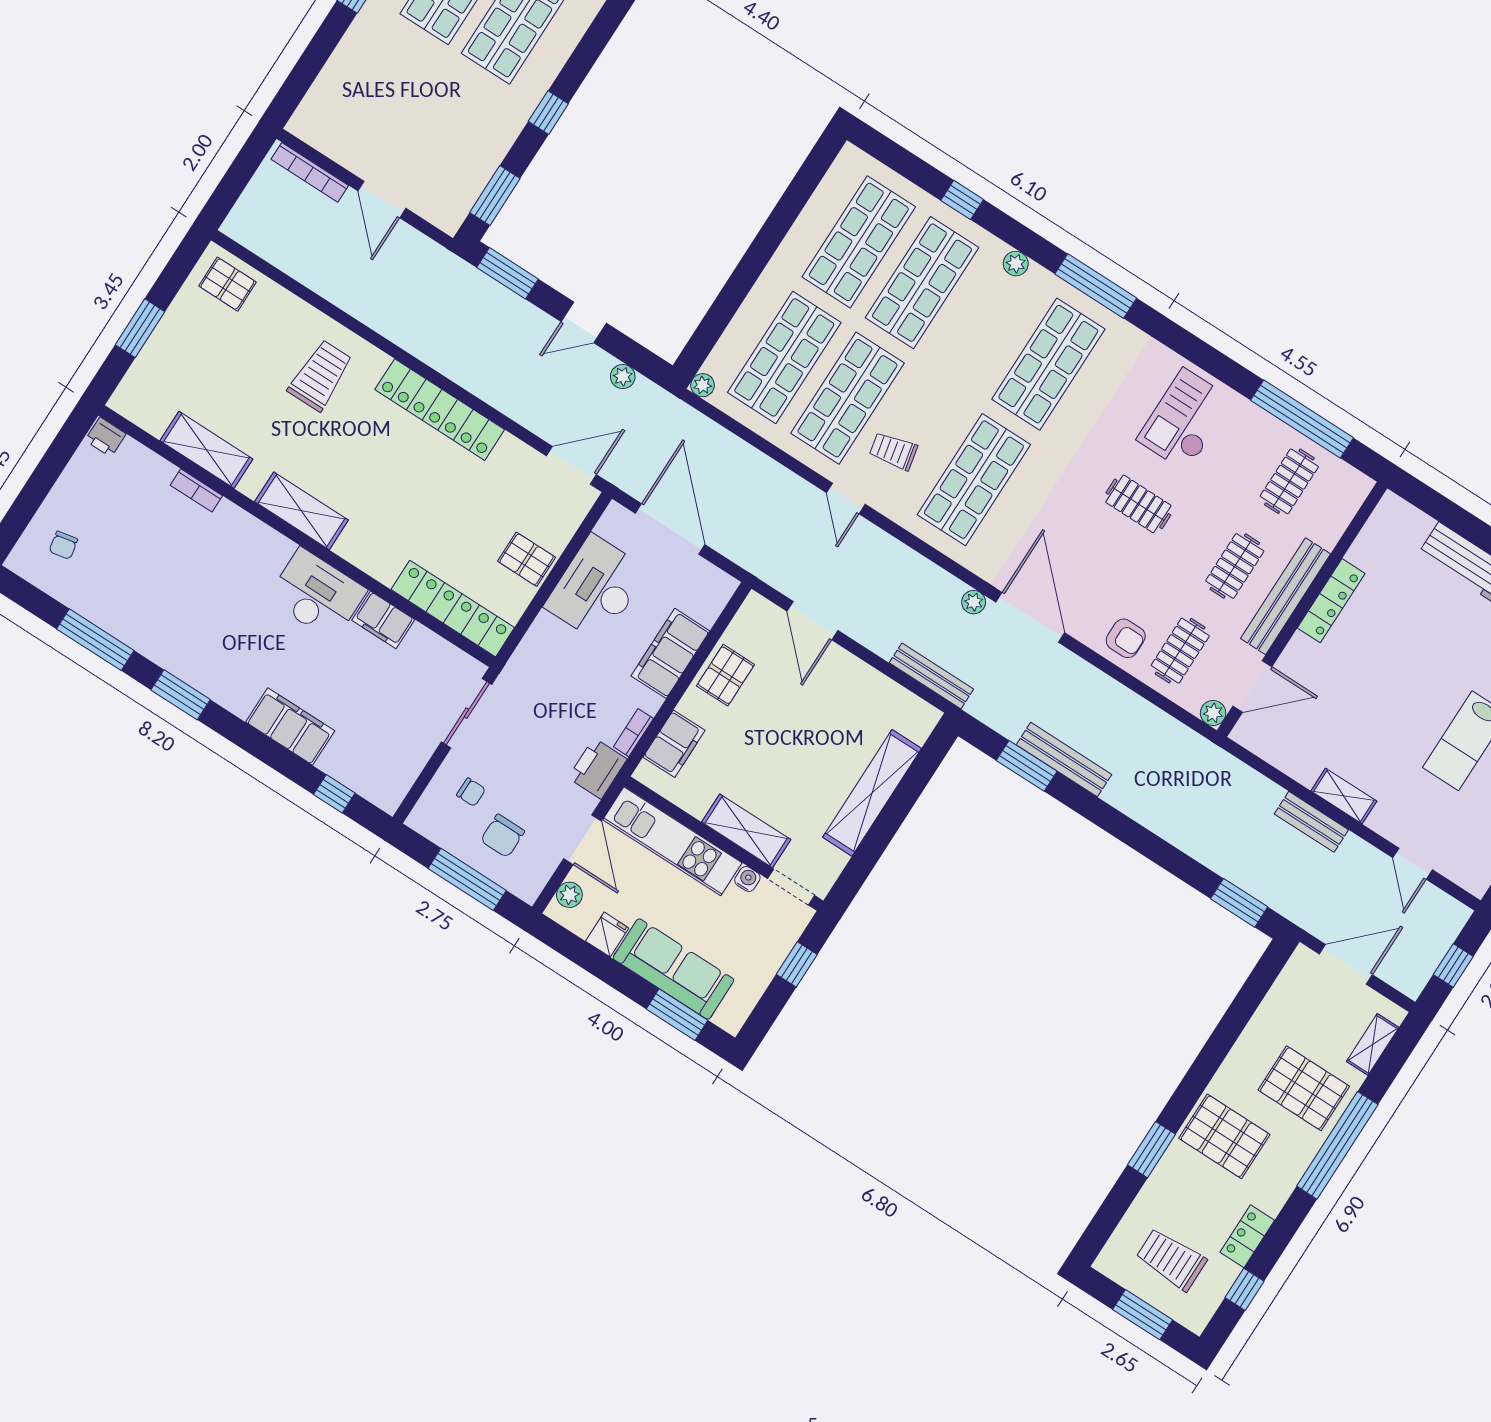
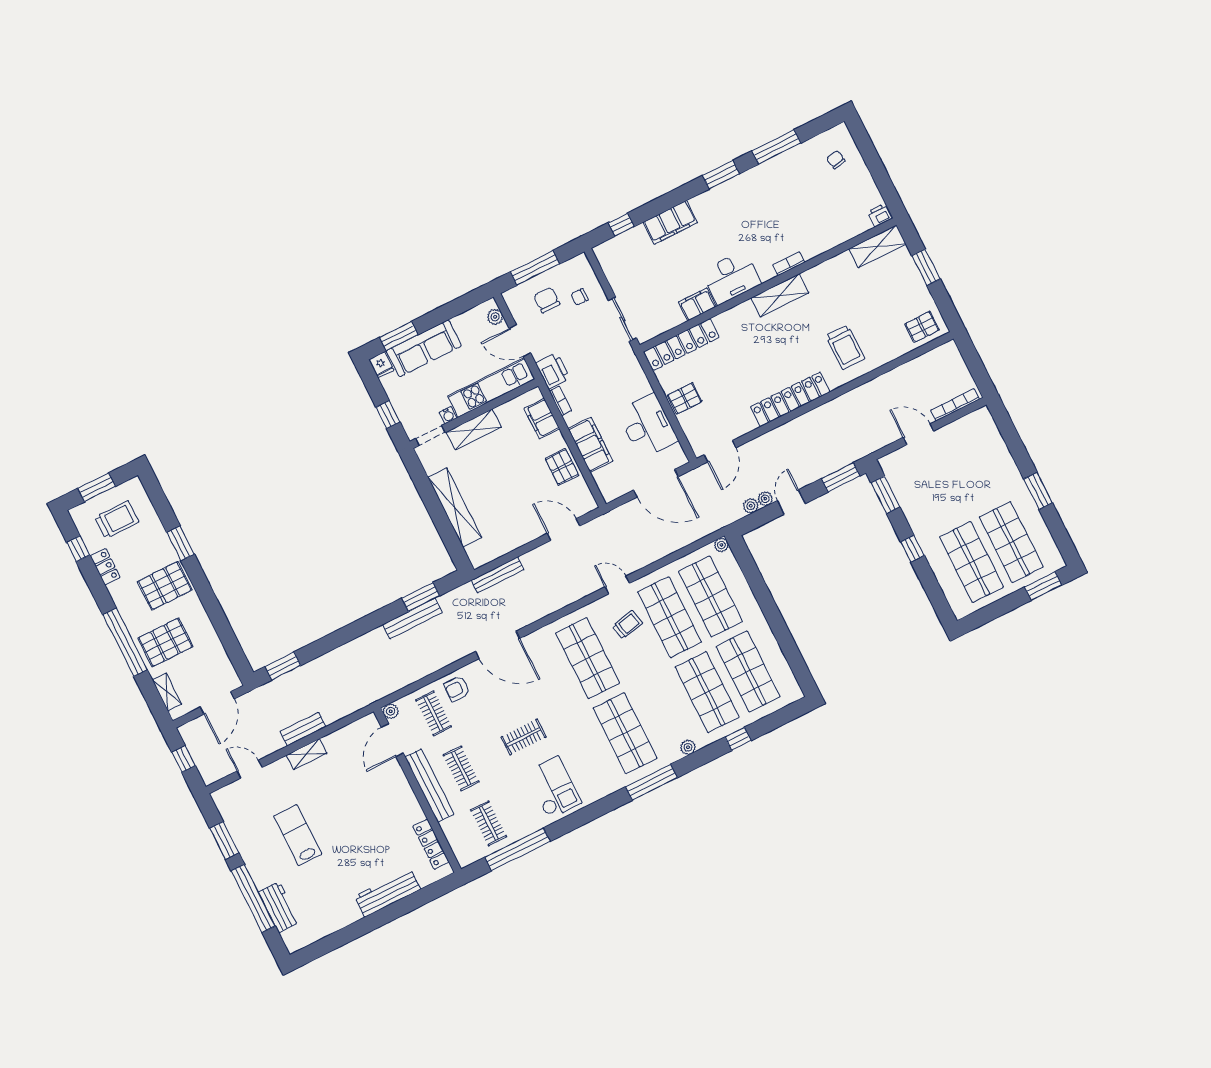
shelving: (206, 450) -> (877, 246), moved
bookcase: (196, 490) -> (789, 264), moved
locker: (1331, 601) -> (431, 844), moved
plant: (974, 602) -> (765, 499), moved
fridge: (607, 935) -> (381, 365), moved

